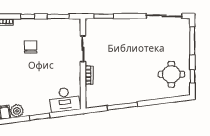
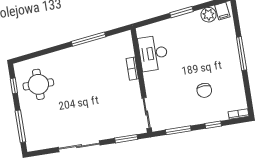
sliding door: (164, 16) -> (79, 146), moved
sliding door: (83, 49) -> (147, 113), moved
desk: (65, 100) -> (153, 53), moved, turned -83

